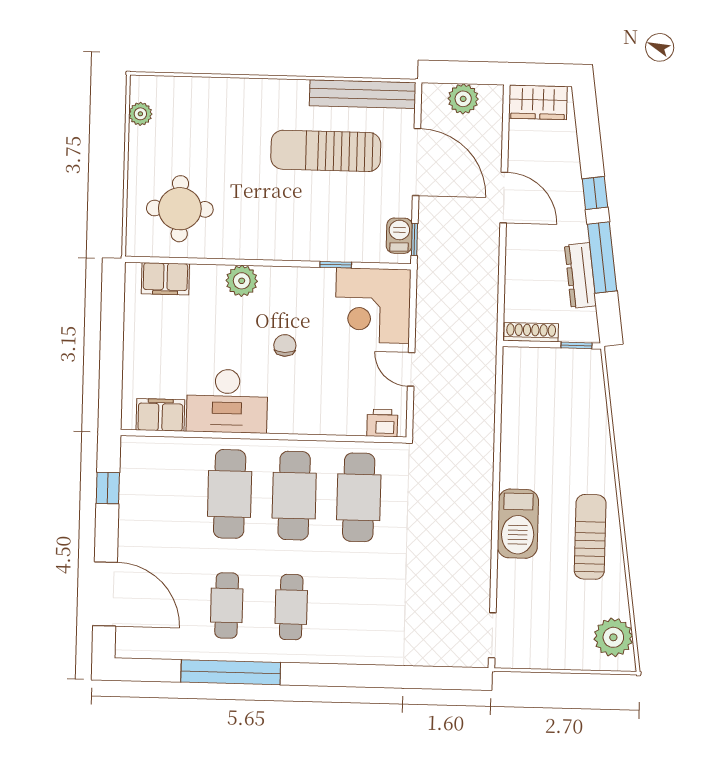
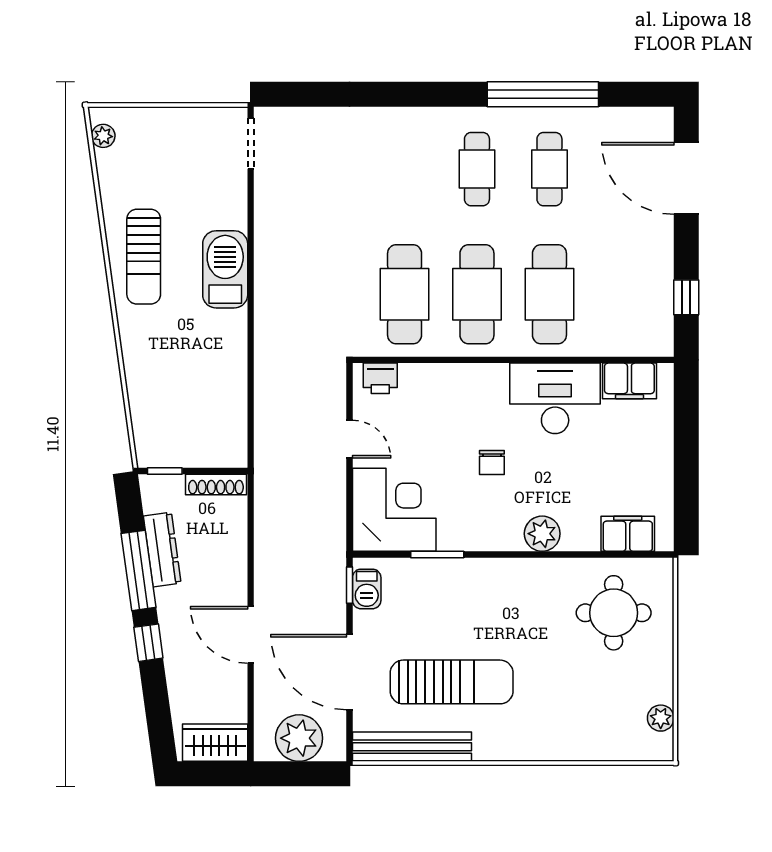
plant: (463, 99) -> (299, 738), width x1.36, depth x1.36
window: (336, 265) -> (437, 554), width x1.50
plant: (613, 637) -> (103, 136), width x0.53, depth x0.53

